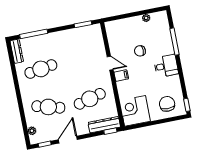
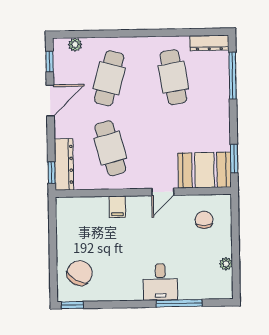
booth: (93, 41) -> (205, 170), added
chair: (140, 51) -> (204, 220), moved
desk: (166, 66) -> (160, 282), moved
filing cabinet: (121, 76) -> (117, 207), moved
chair: (167, 104) -> (80, 273), turned -59
corner desk: (135, 111) -> (78, 219), removed
door: (68, 140) -> (50, 101), hinge flipped

